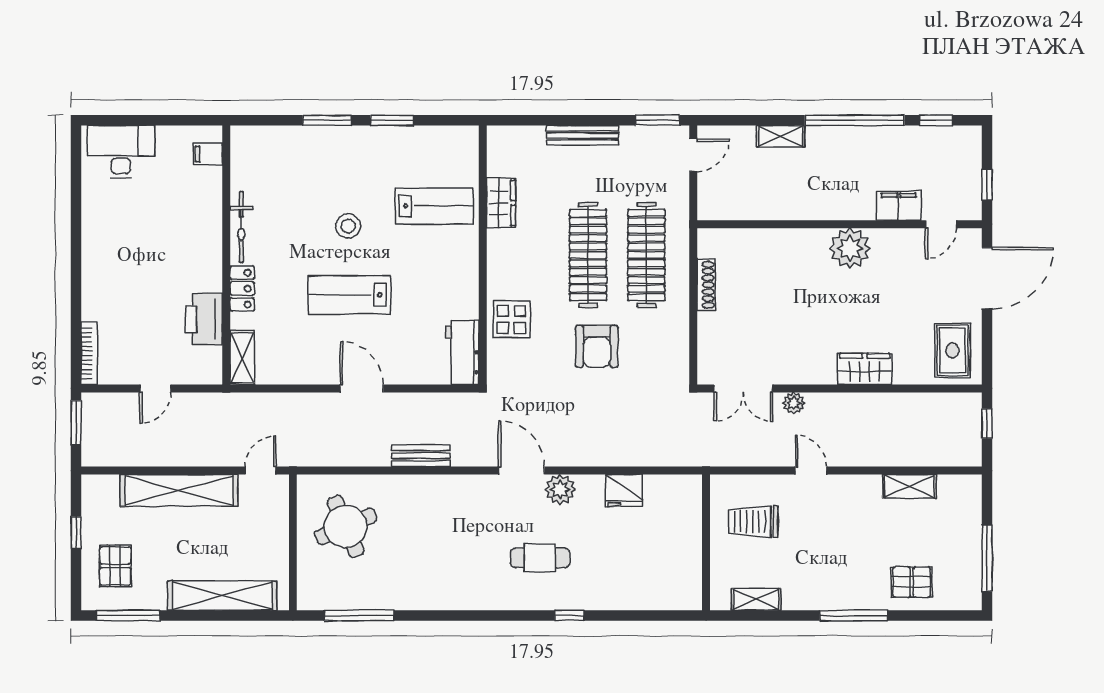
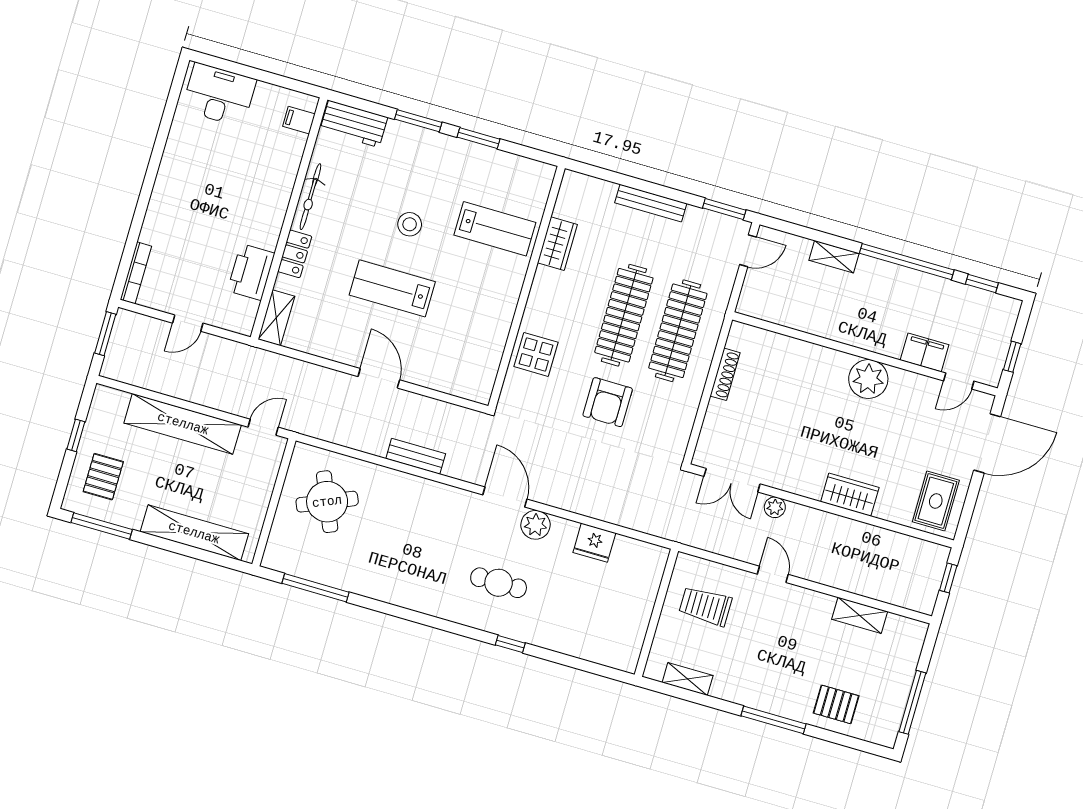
workbench: (462, 353) -> (354, 124), moved, turned -90

